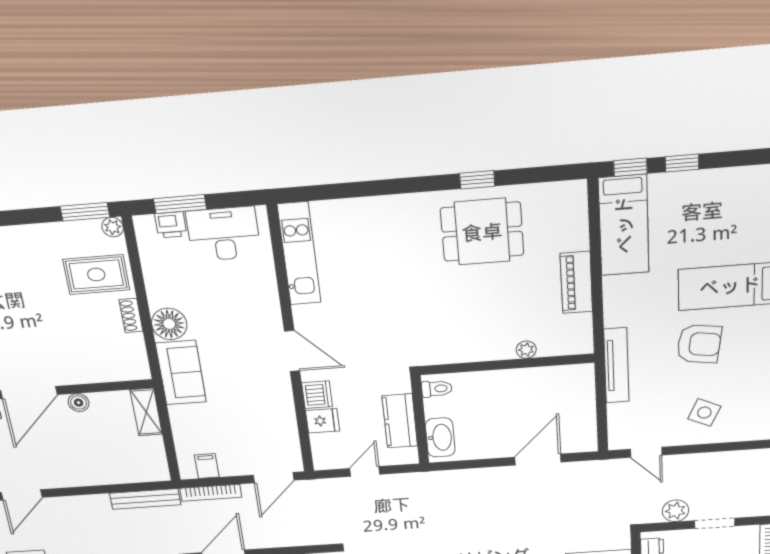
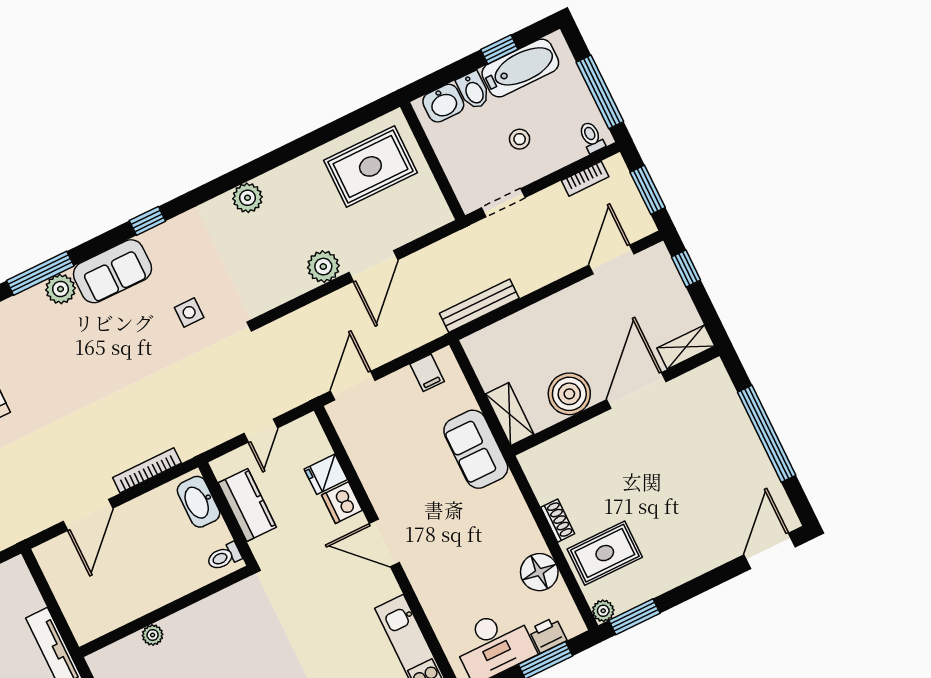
floor lamp: (169, 324) -> (539, 572), moved
sofa: (181, 373) -> (476, 449), moved
boiler: (79, 403) -> (569, 394), width x1.86, depth x1.86
bookcase: (211, 493) -> (147, 470), moved

